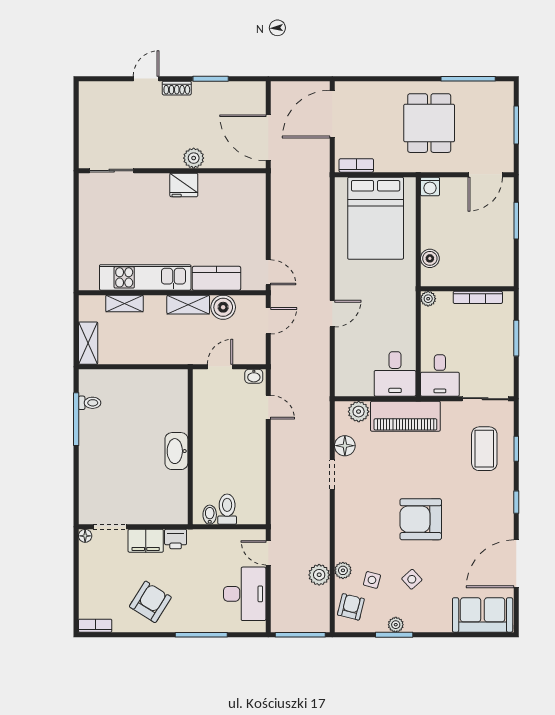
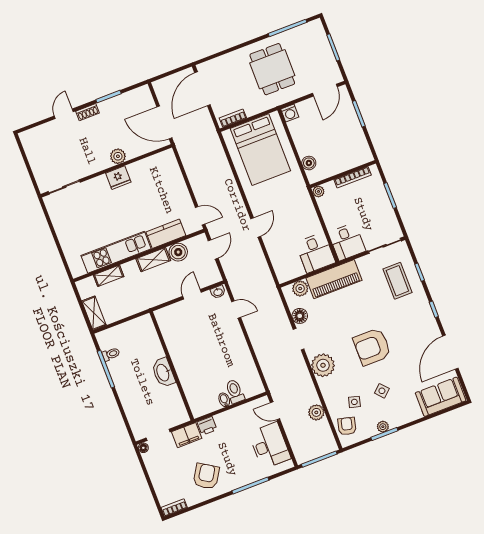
wall: (190, 447) -> (172, 366), moved
washbasin: (176, 451) -> (163, 373), moved
plant: (343, 570) -> (323, 365), moved, width x1.88, depth x1.88

